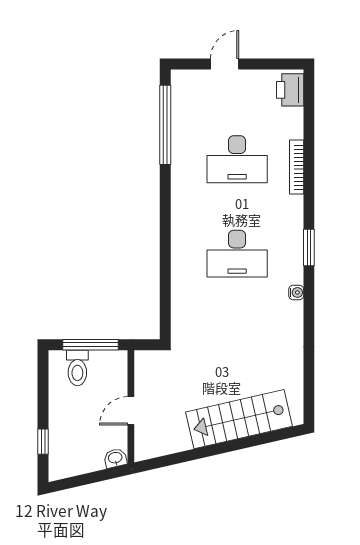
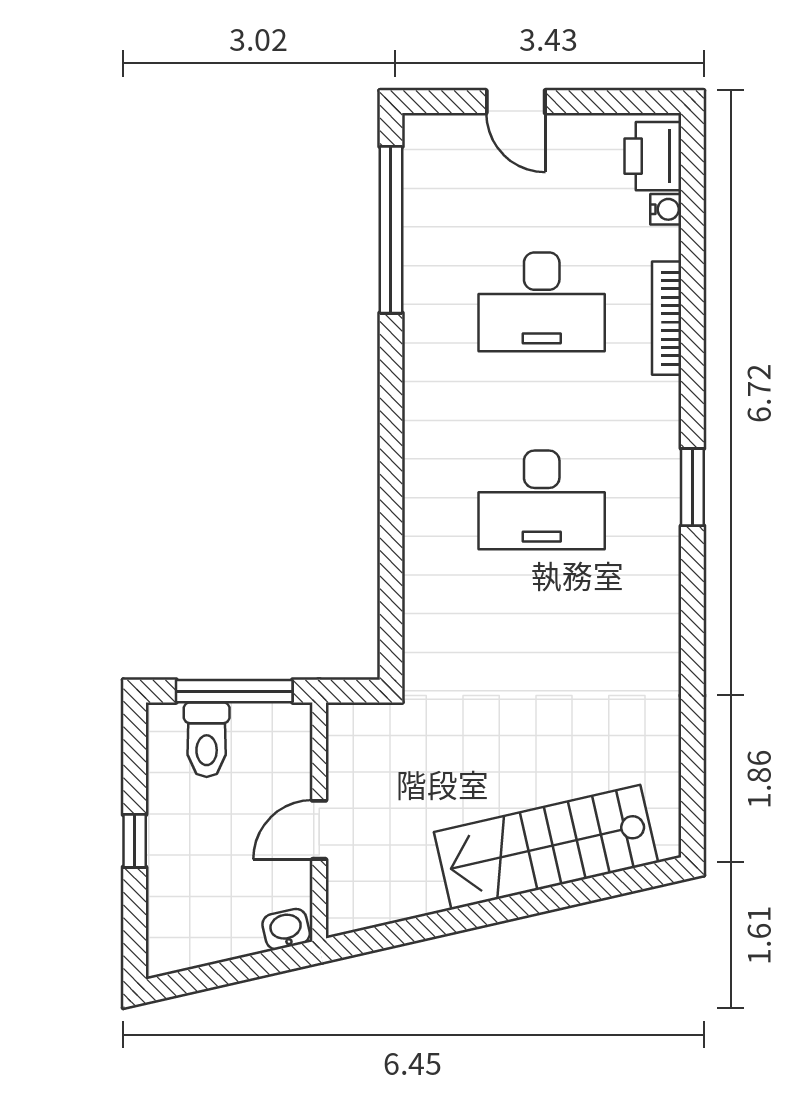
door: (225, 64) -> (516, 102), swing flipped
water cooler: (296, 292) -> (666, 209), moved
window: (43, 442) -> (135, 841), moved

